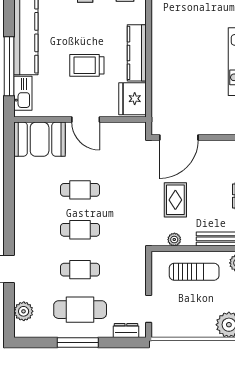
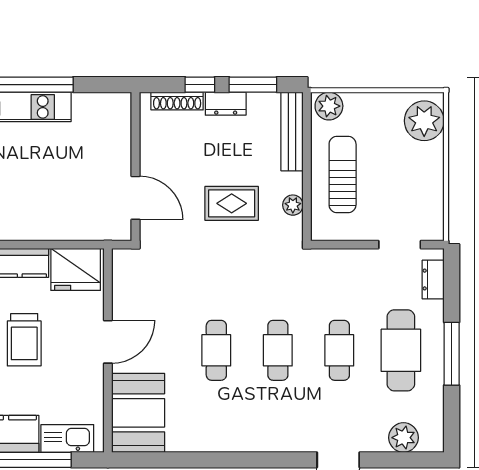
door: (179, 137) -> (136, 198), width x0.73

